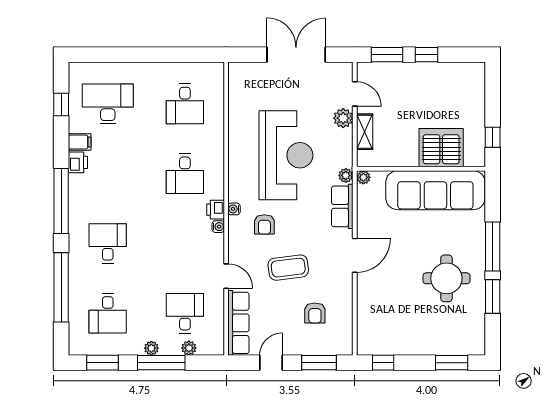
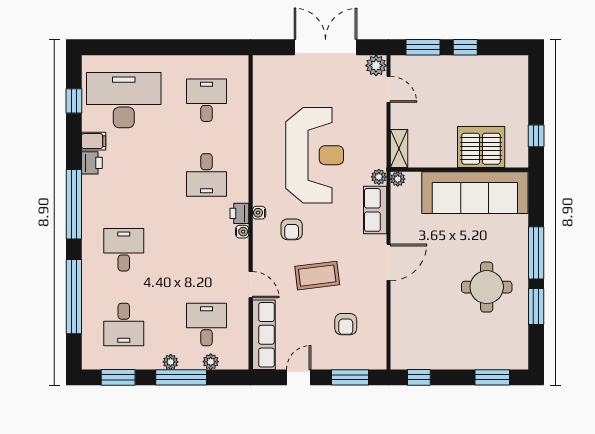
desk: (108, 104) -> (124, 100), width x1.36, depth x1.30
desk: (185, 104) -> (206, 100), turned 180
plant: (343, 118) -> (376, 66), moved
shelving: (365, 132) -> (399, 149), moved

